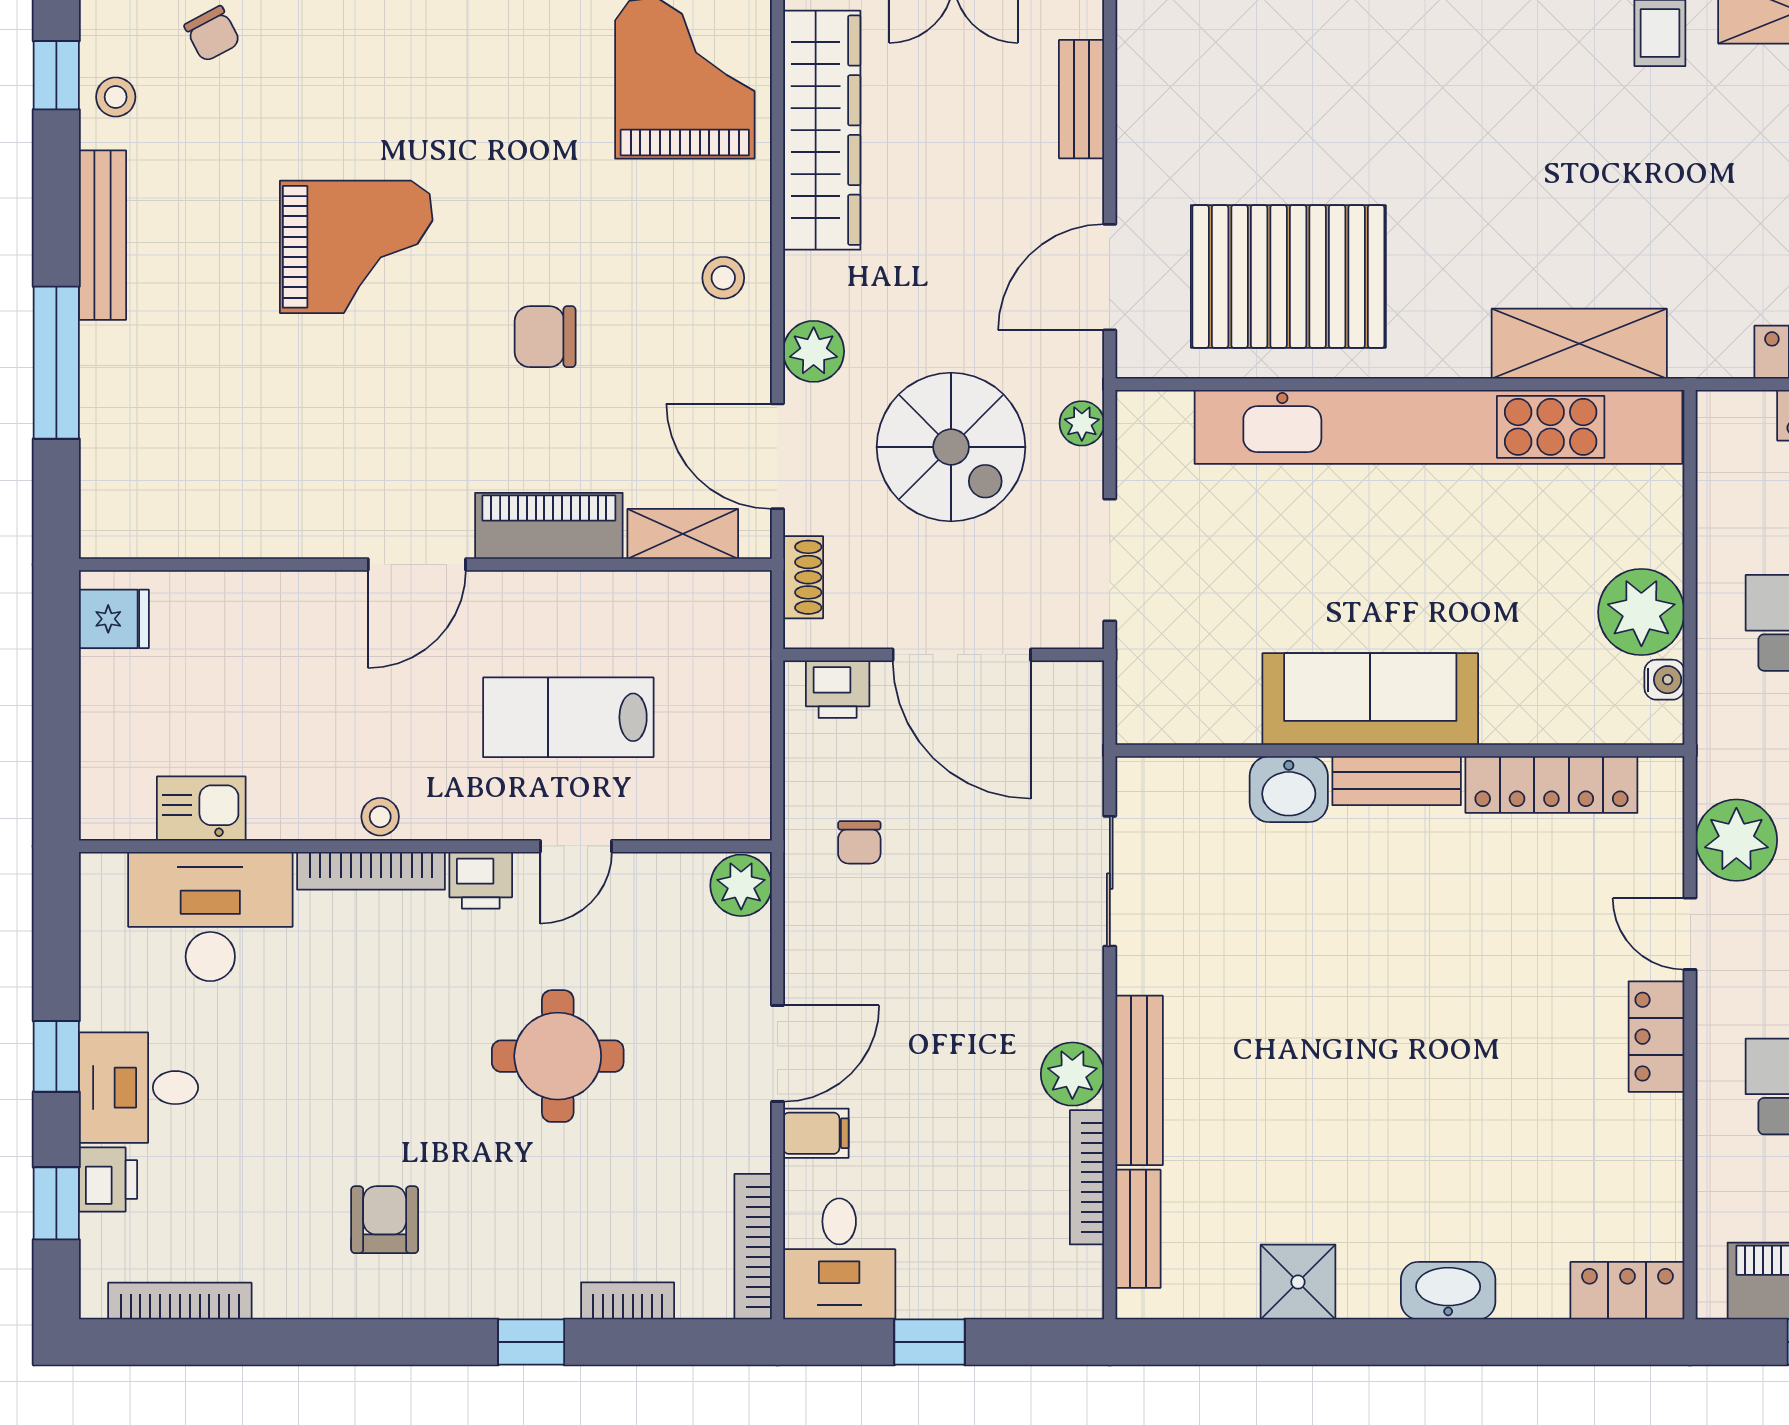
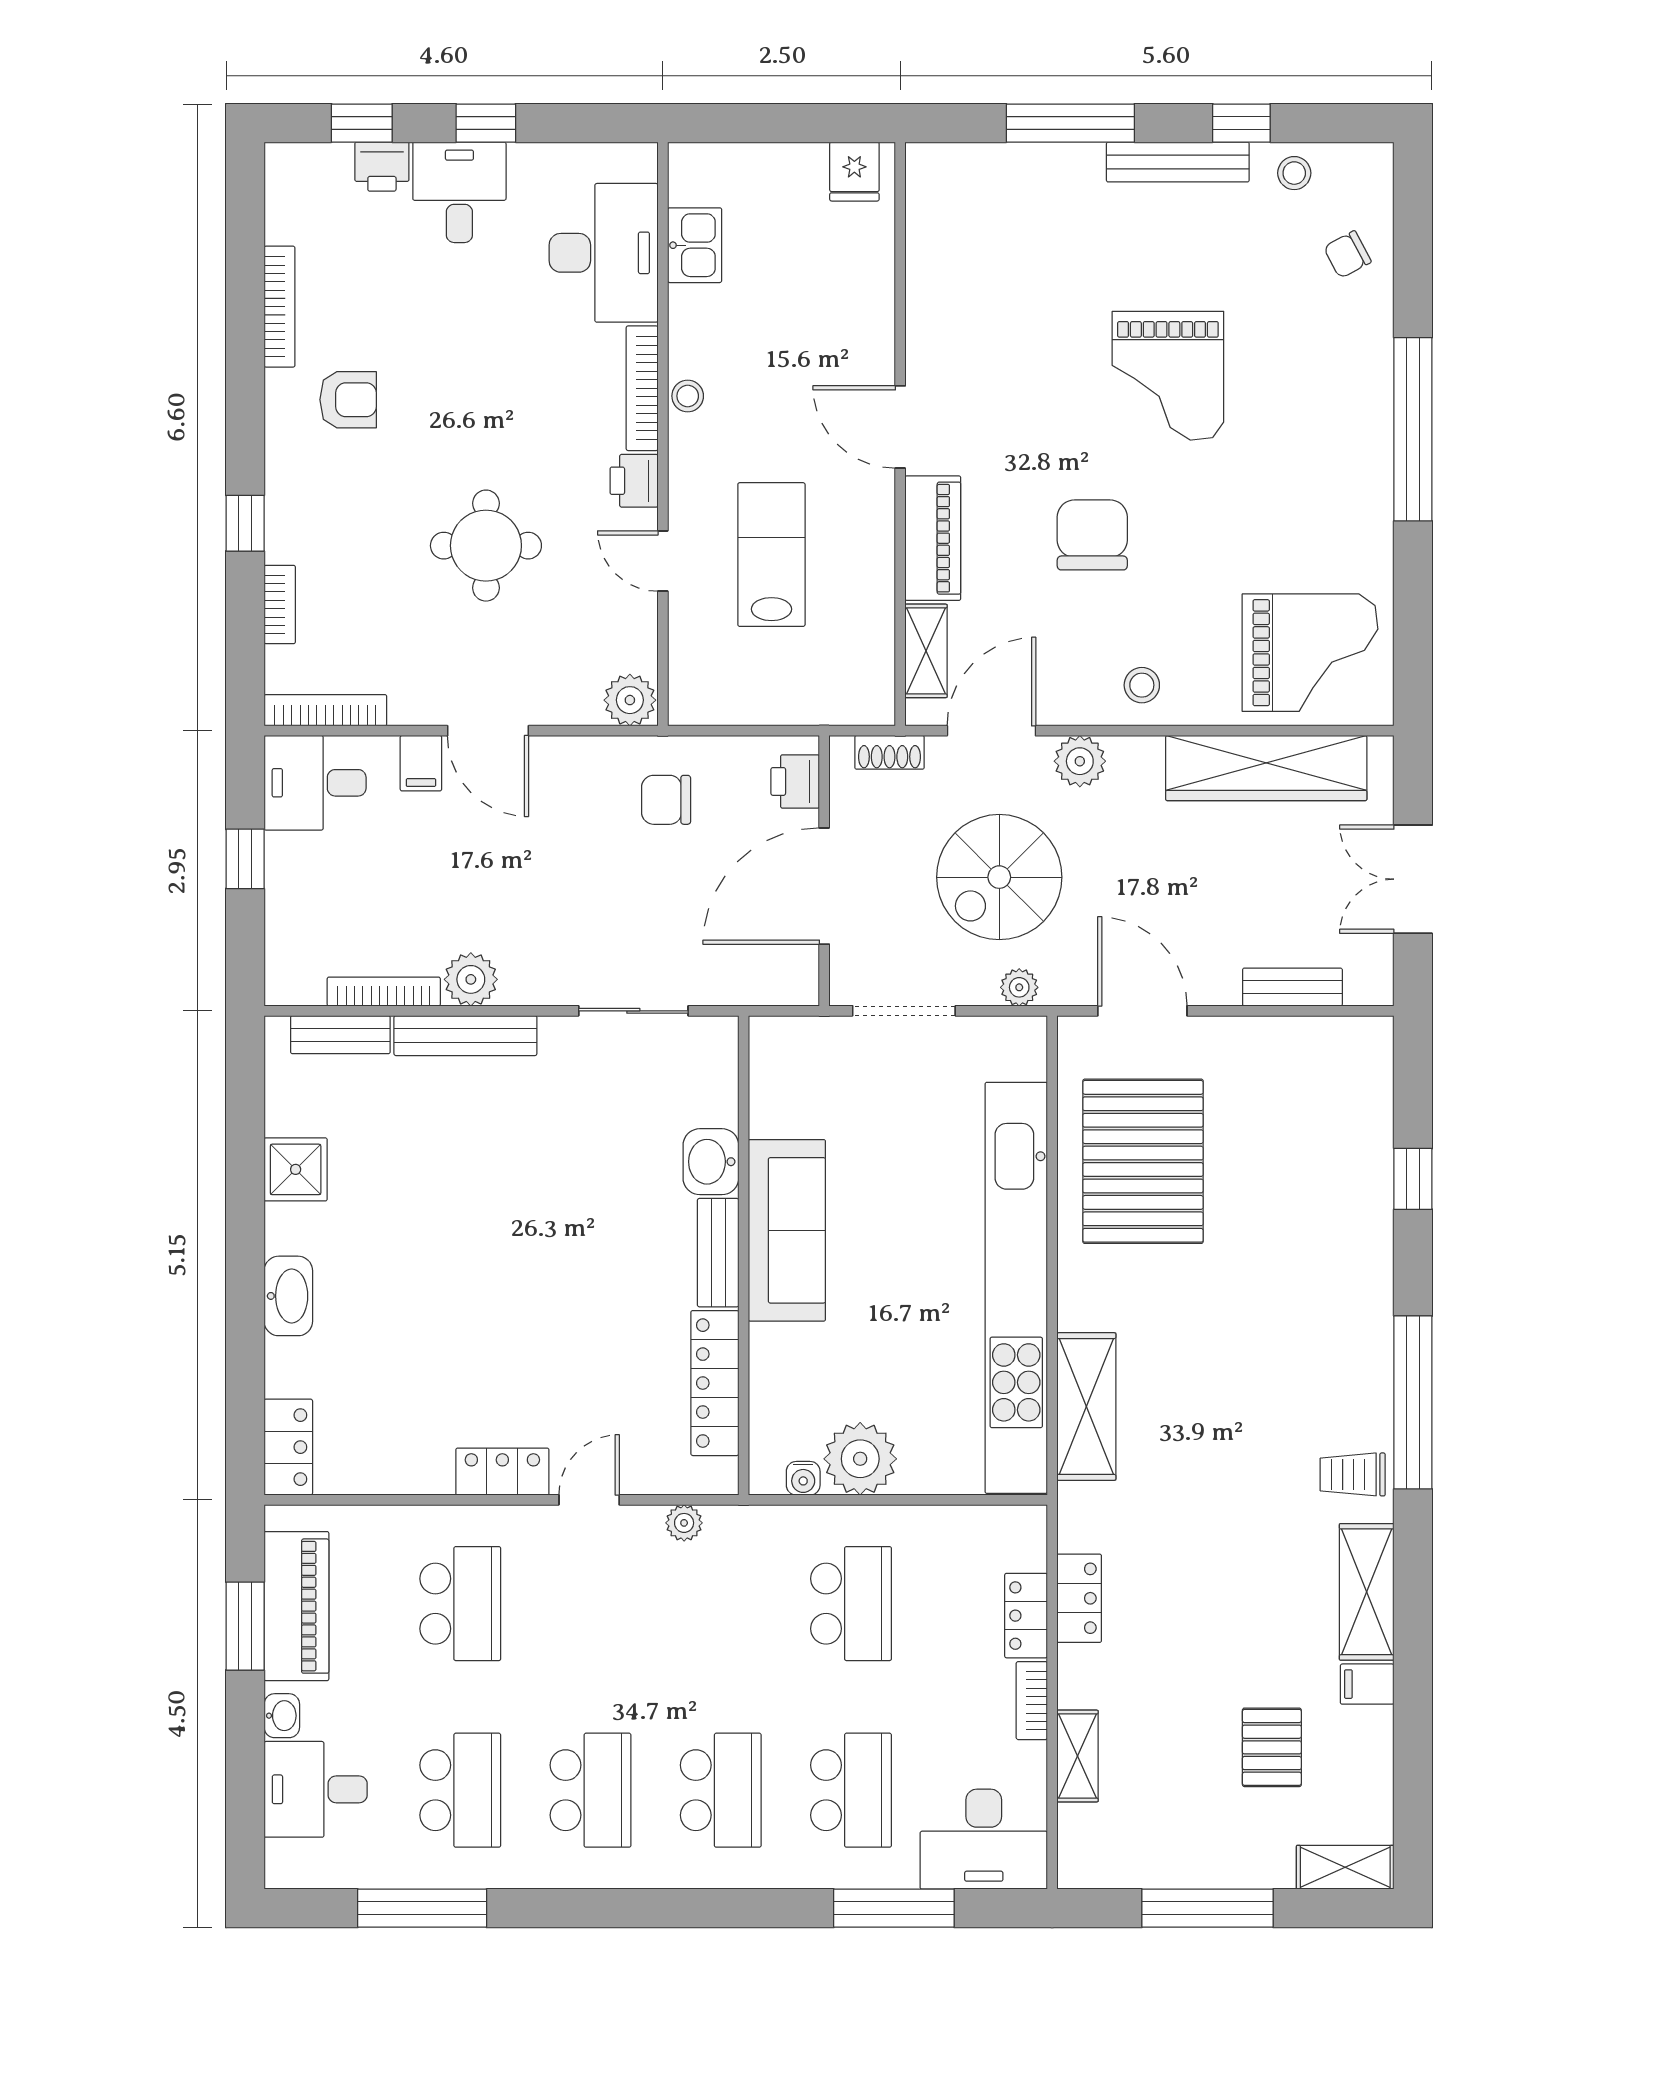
window: (56, 75) -> (1241, 123), moved
chair: (545, 337) -> (1092, 535), width x1.37, depth x1.37
plant: (1736, 840) -> (684, 1523), width x0.53, depth x0.53
chair: (859, 842) -> (666, 800), width x1.37, depth x1.37
bookcase: (180, 1301) -> (279, 307), moved

